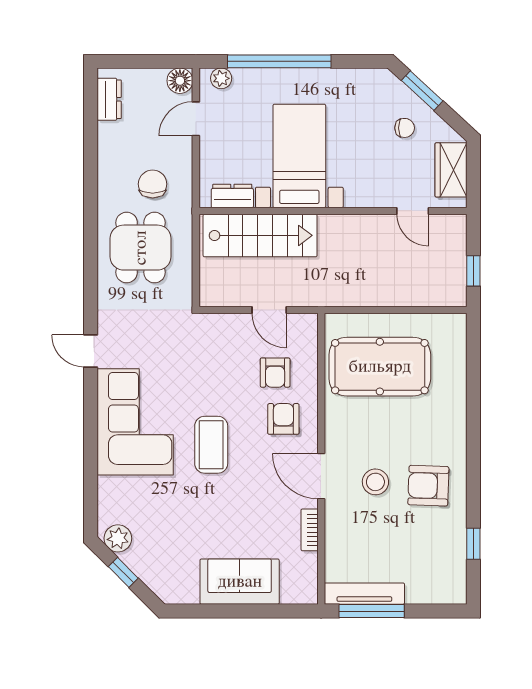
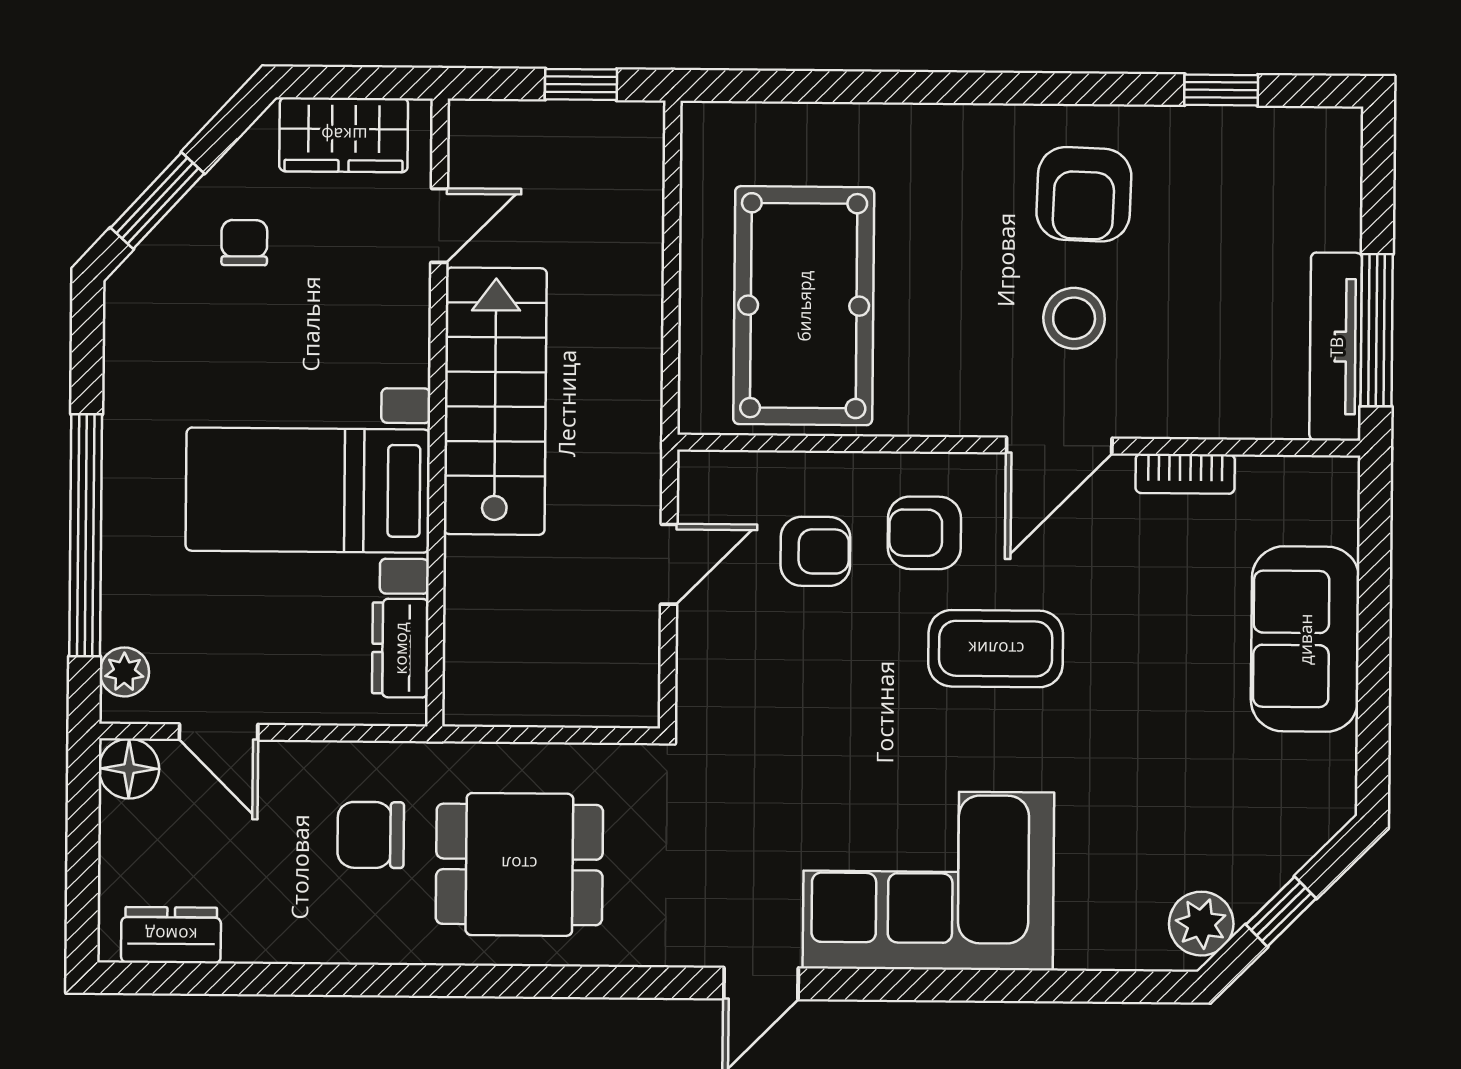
stairs: (260, 235) -> (495, 401), moved
coffee table: (211, 445) -> (996, 649), moved

